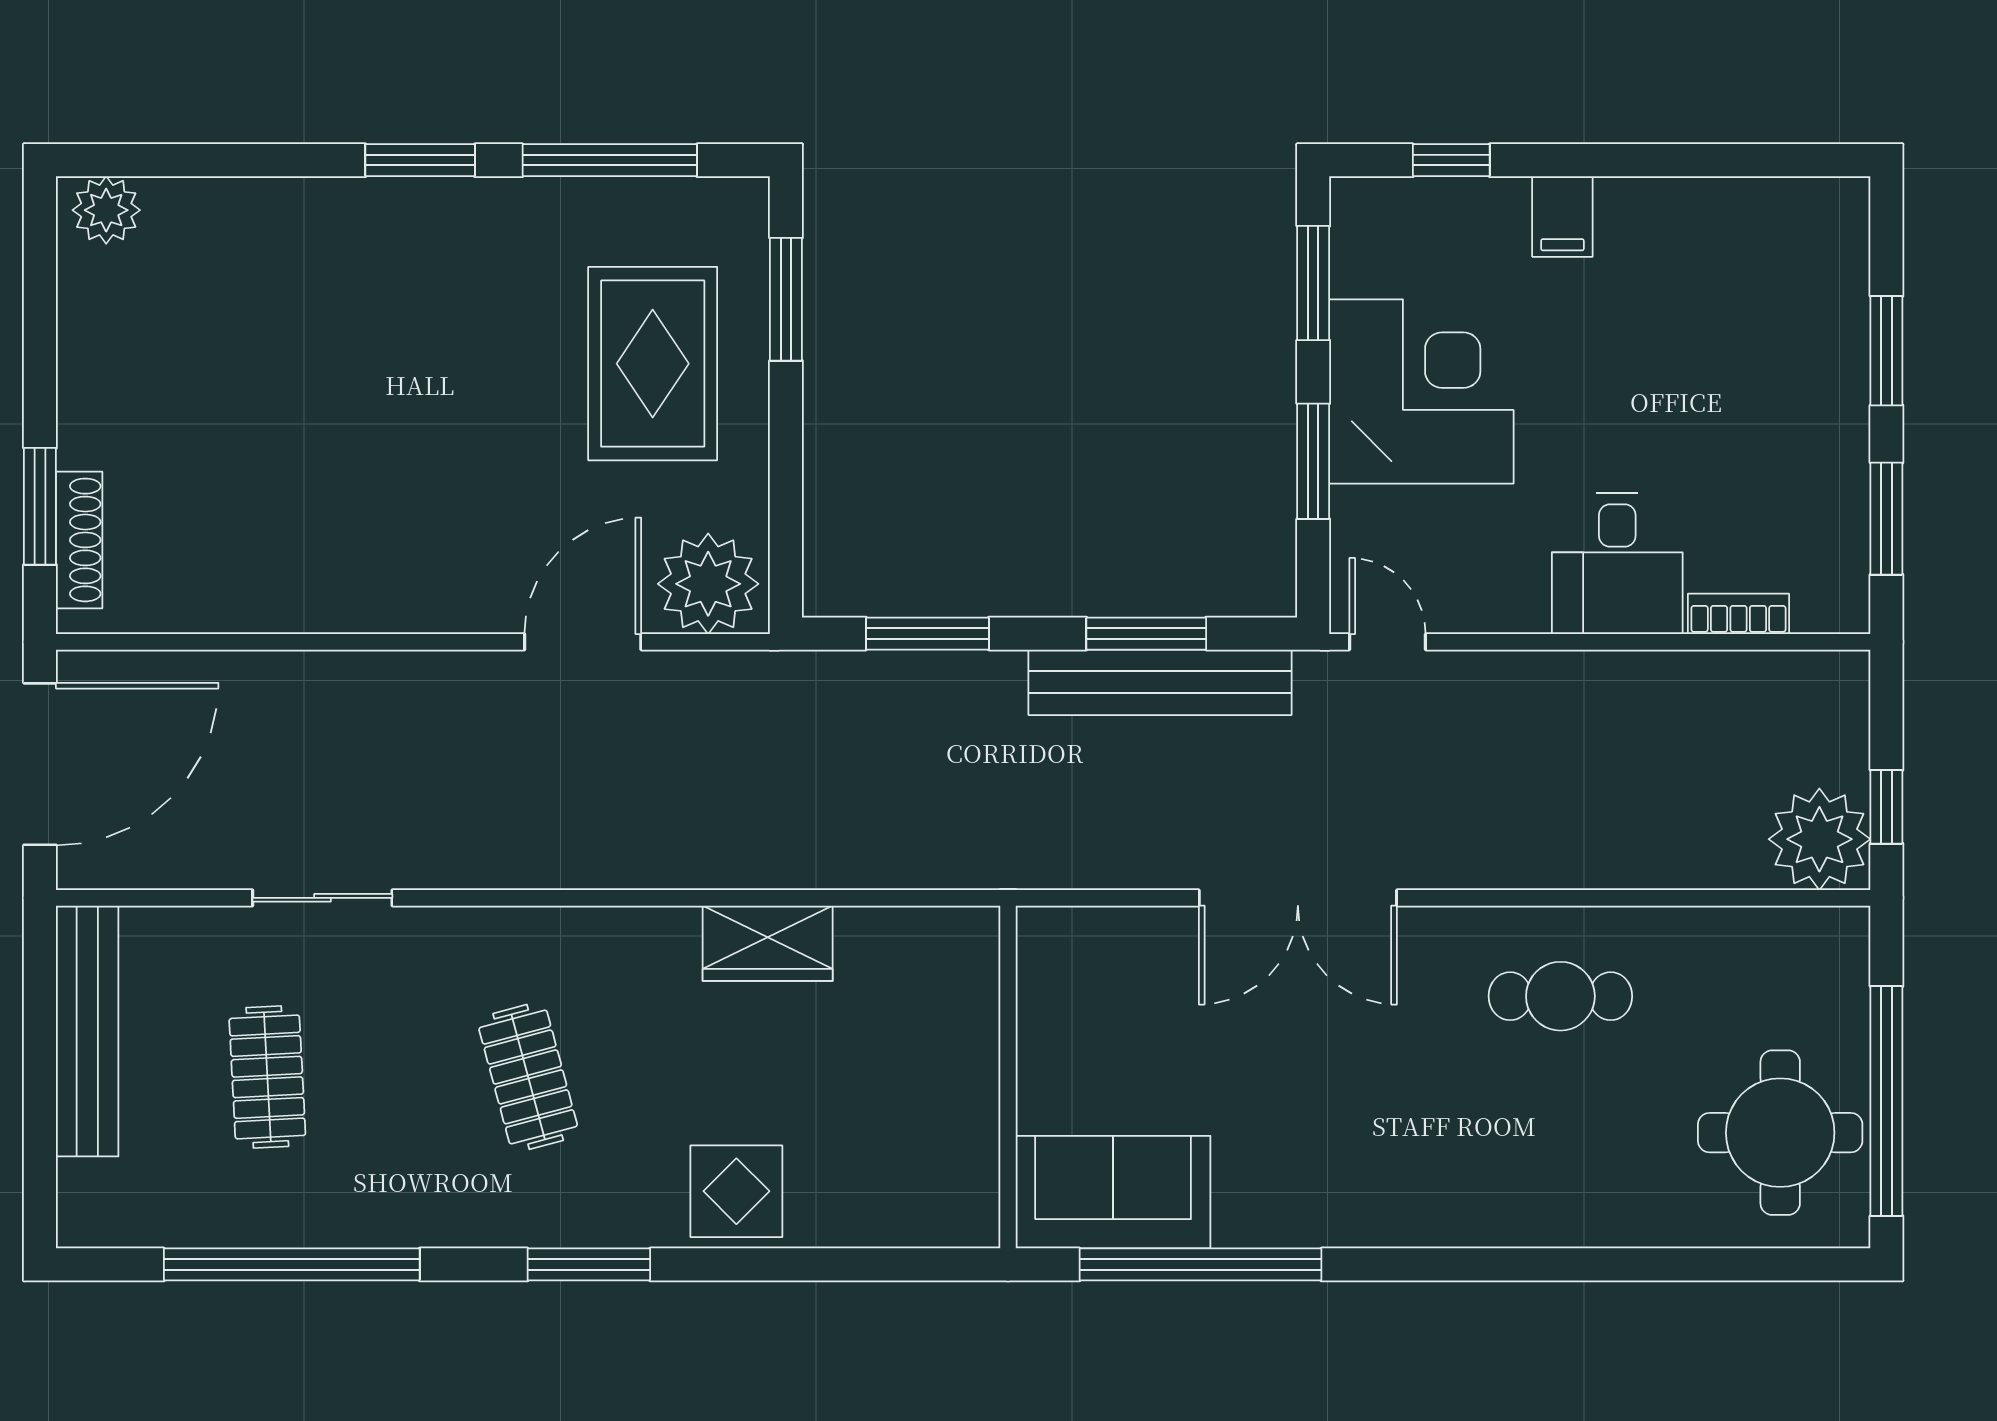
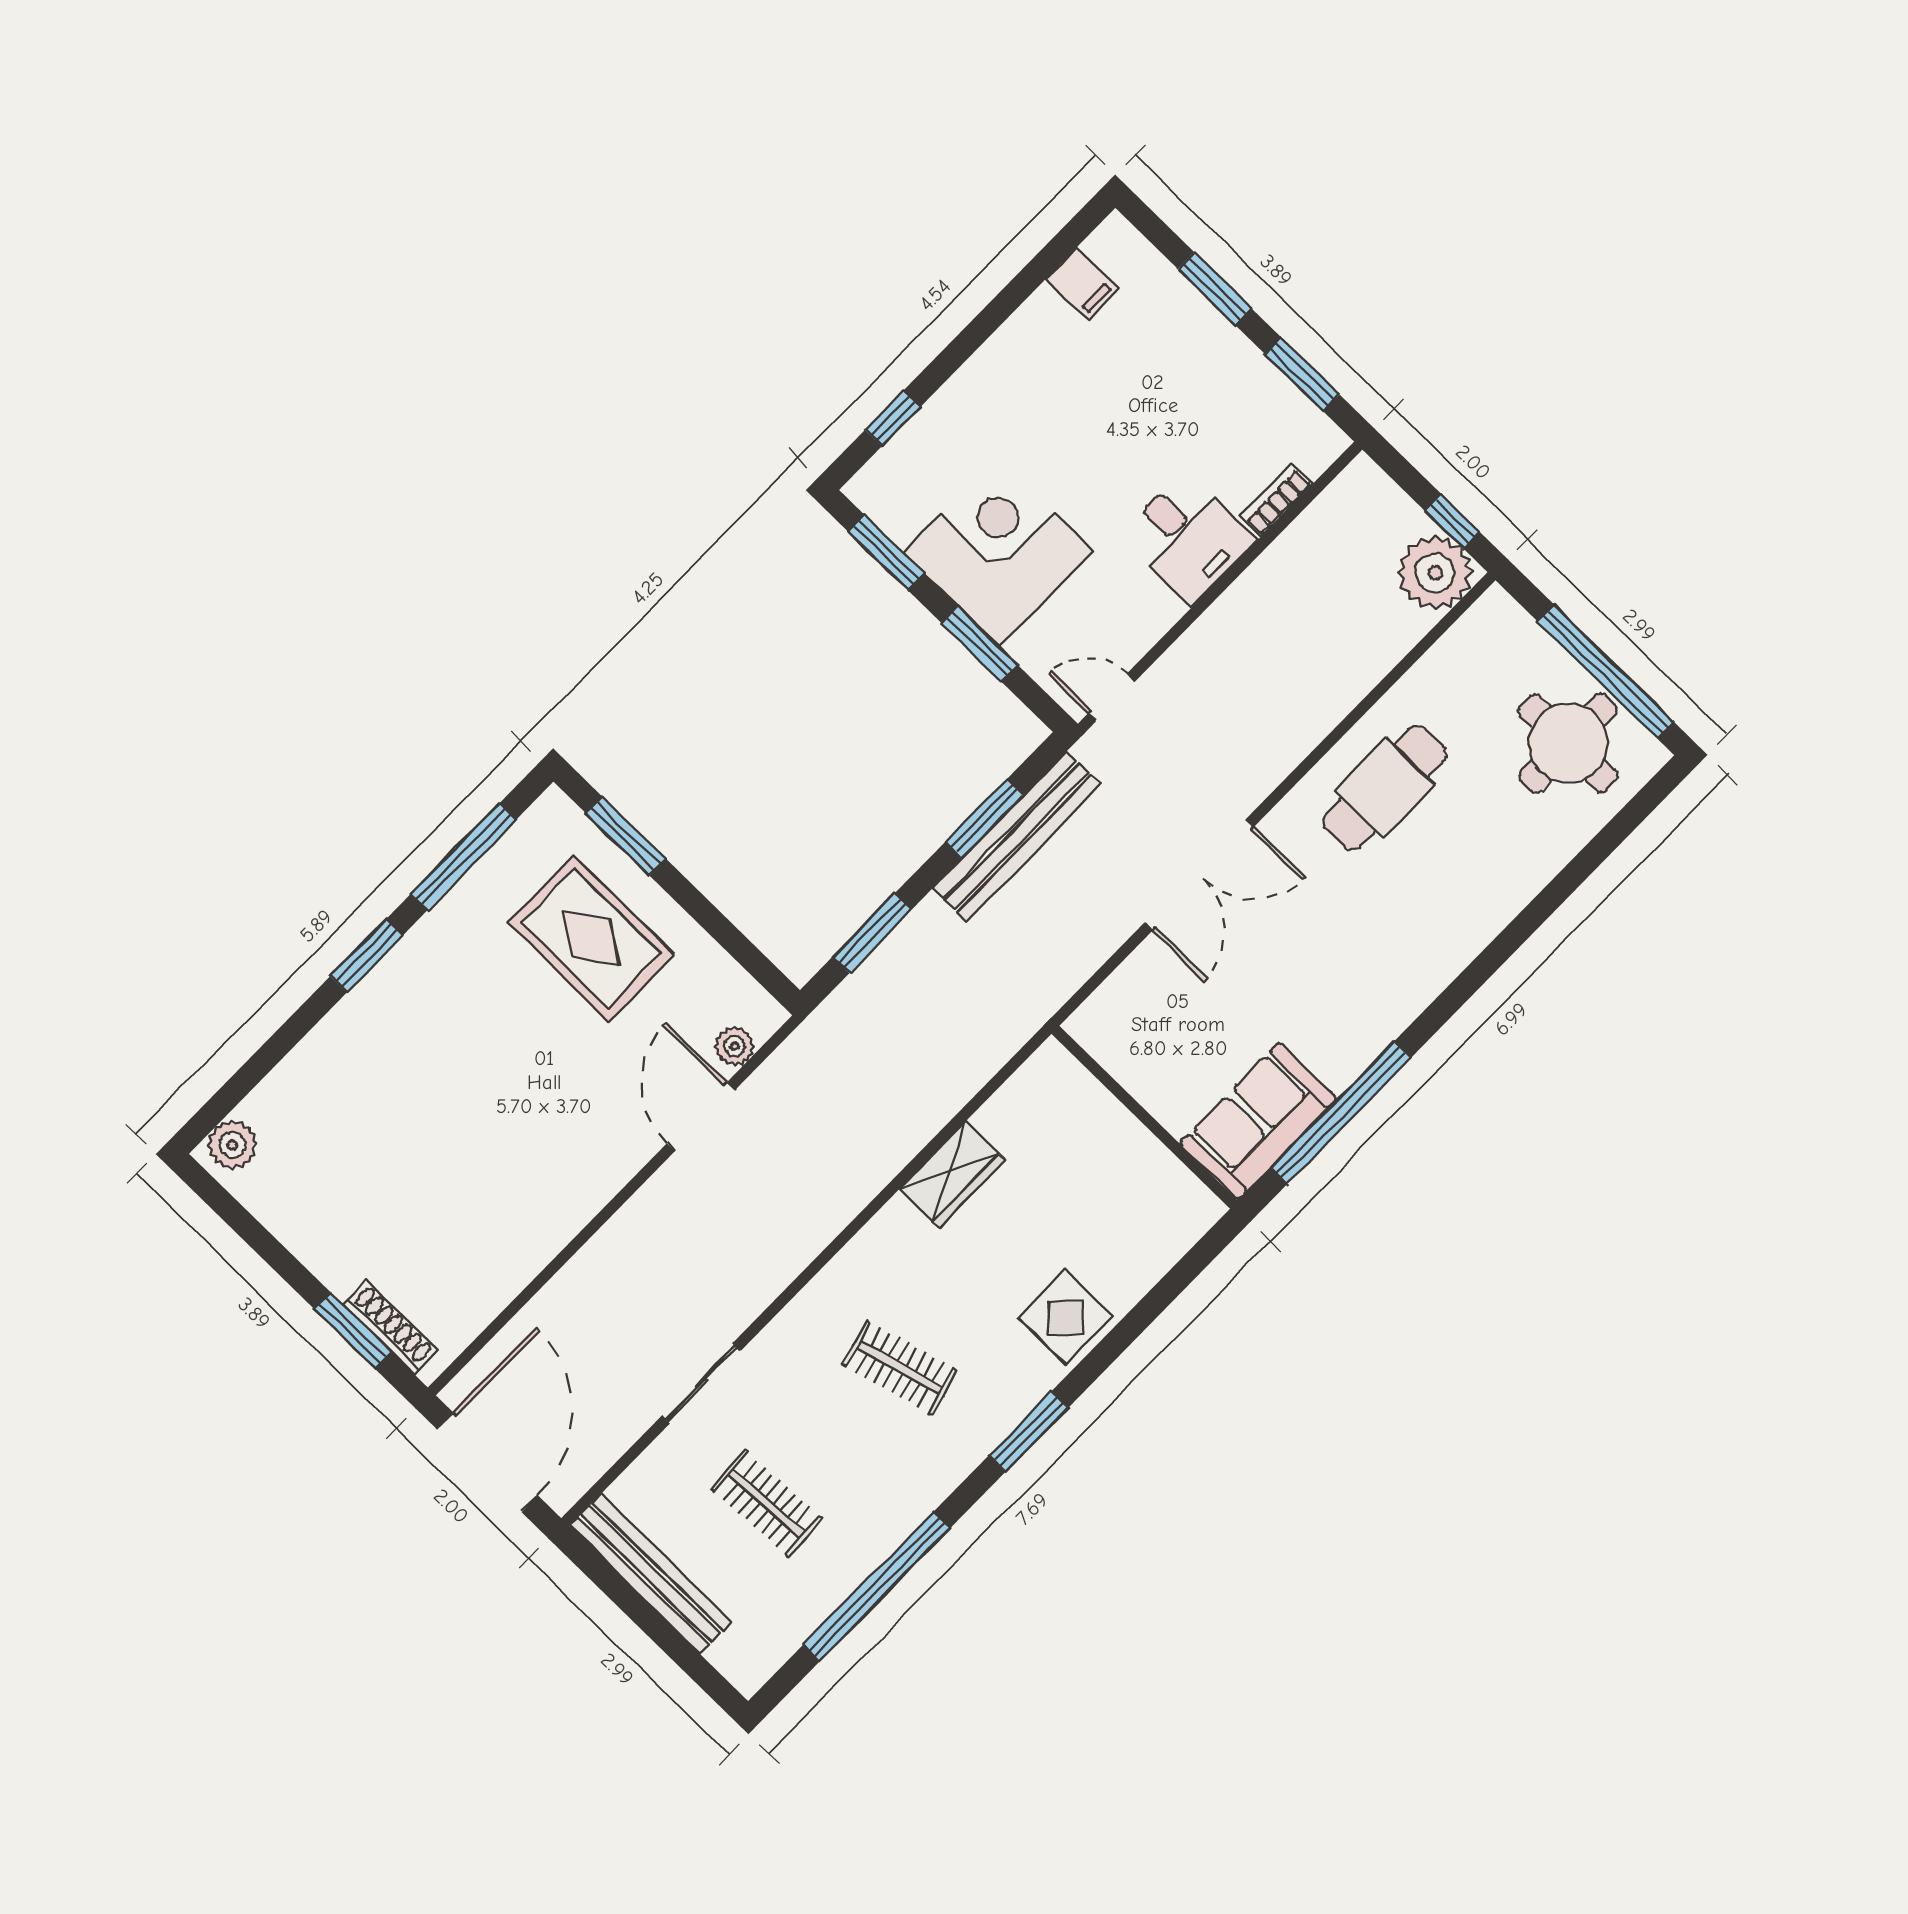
filing cabinet: (1562, 216) -> (1082, 284), moved
plant: (708, 584) -> (735, 1046), width x0.53, depth x0.53
cafe table: (1560, 996) -> (1385, 788), width x1.37, depth x1.35

